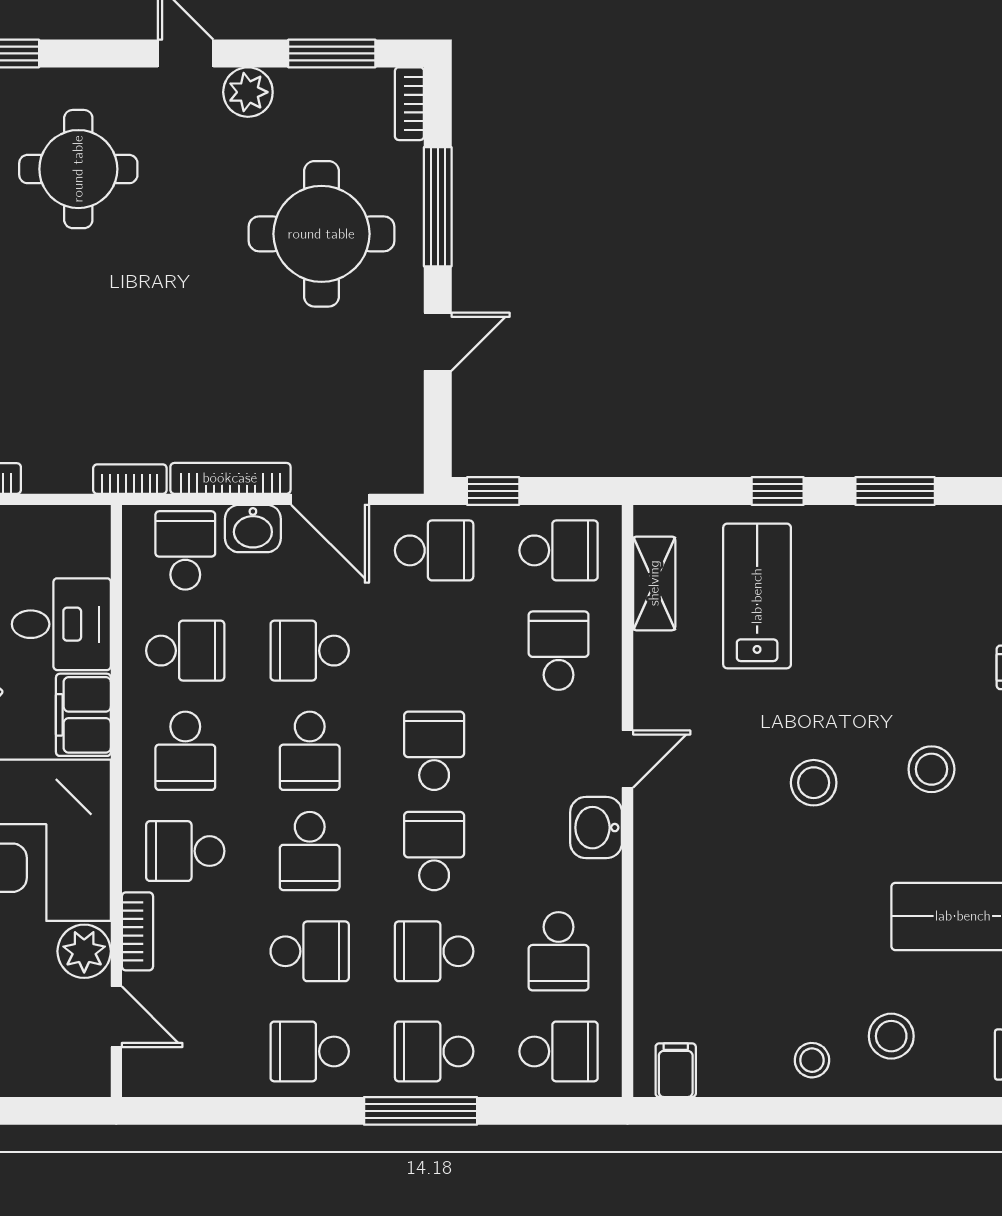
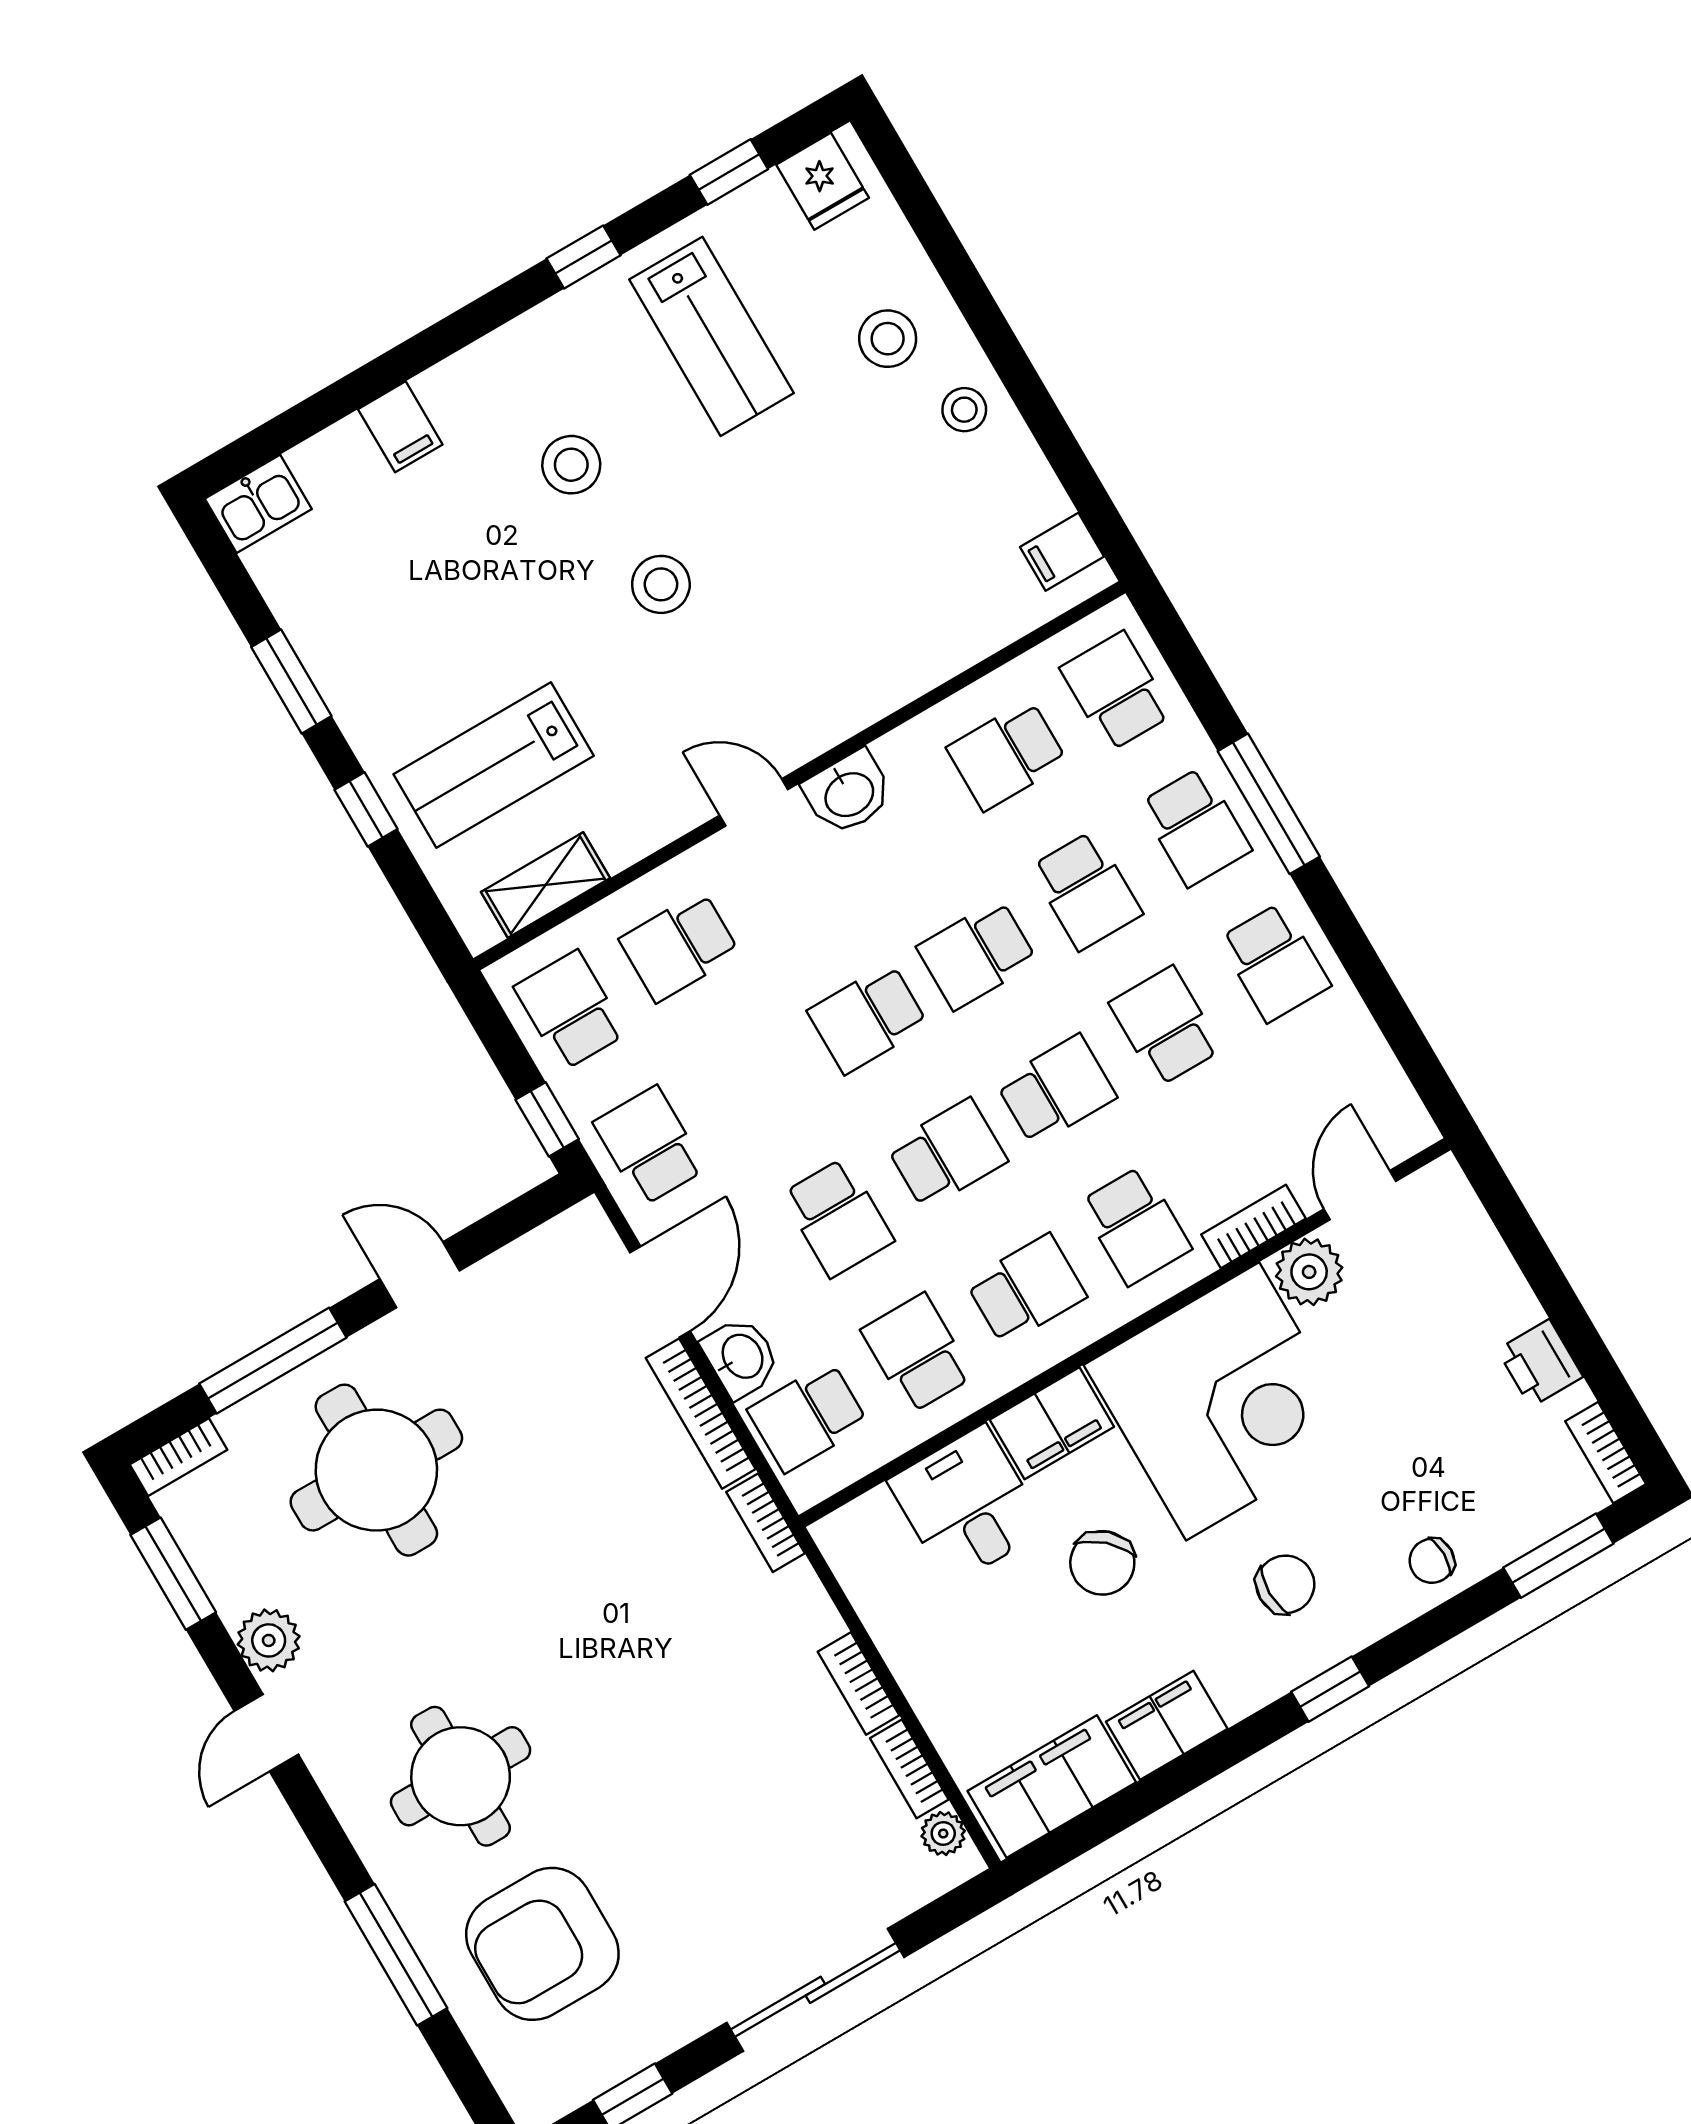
school desk: (559, 951) -> (1007, 755), turned 180

